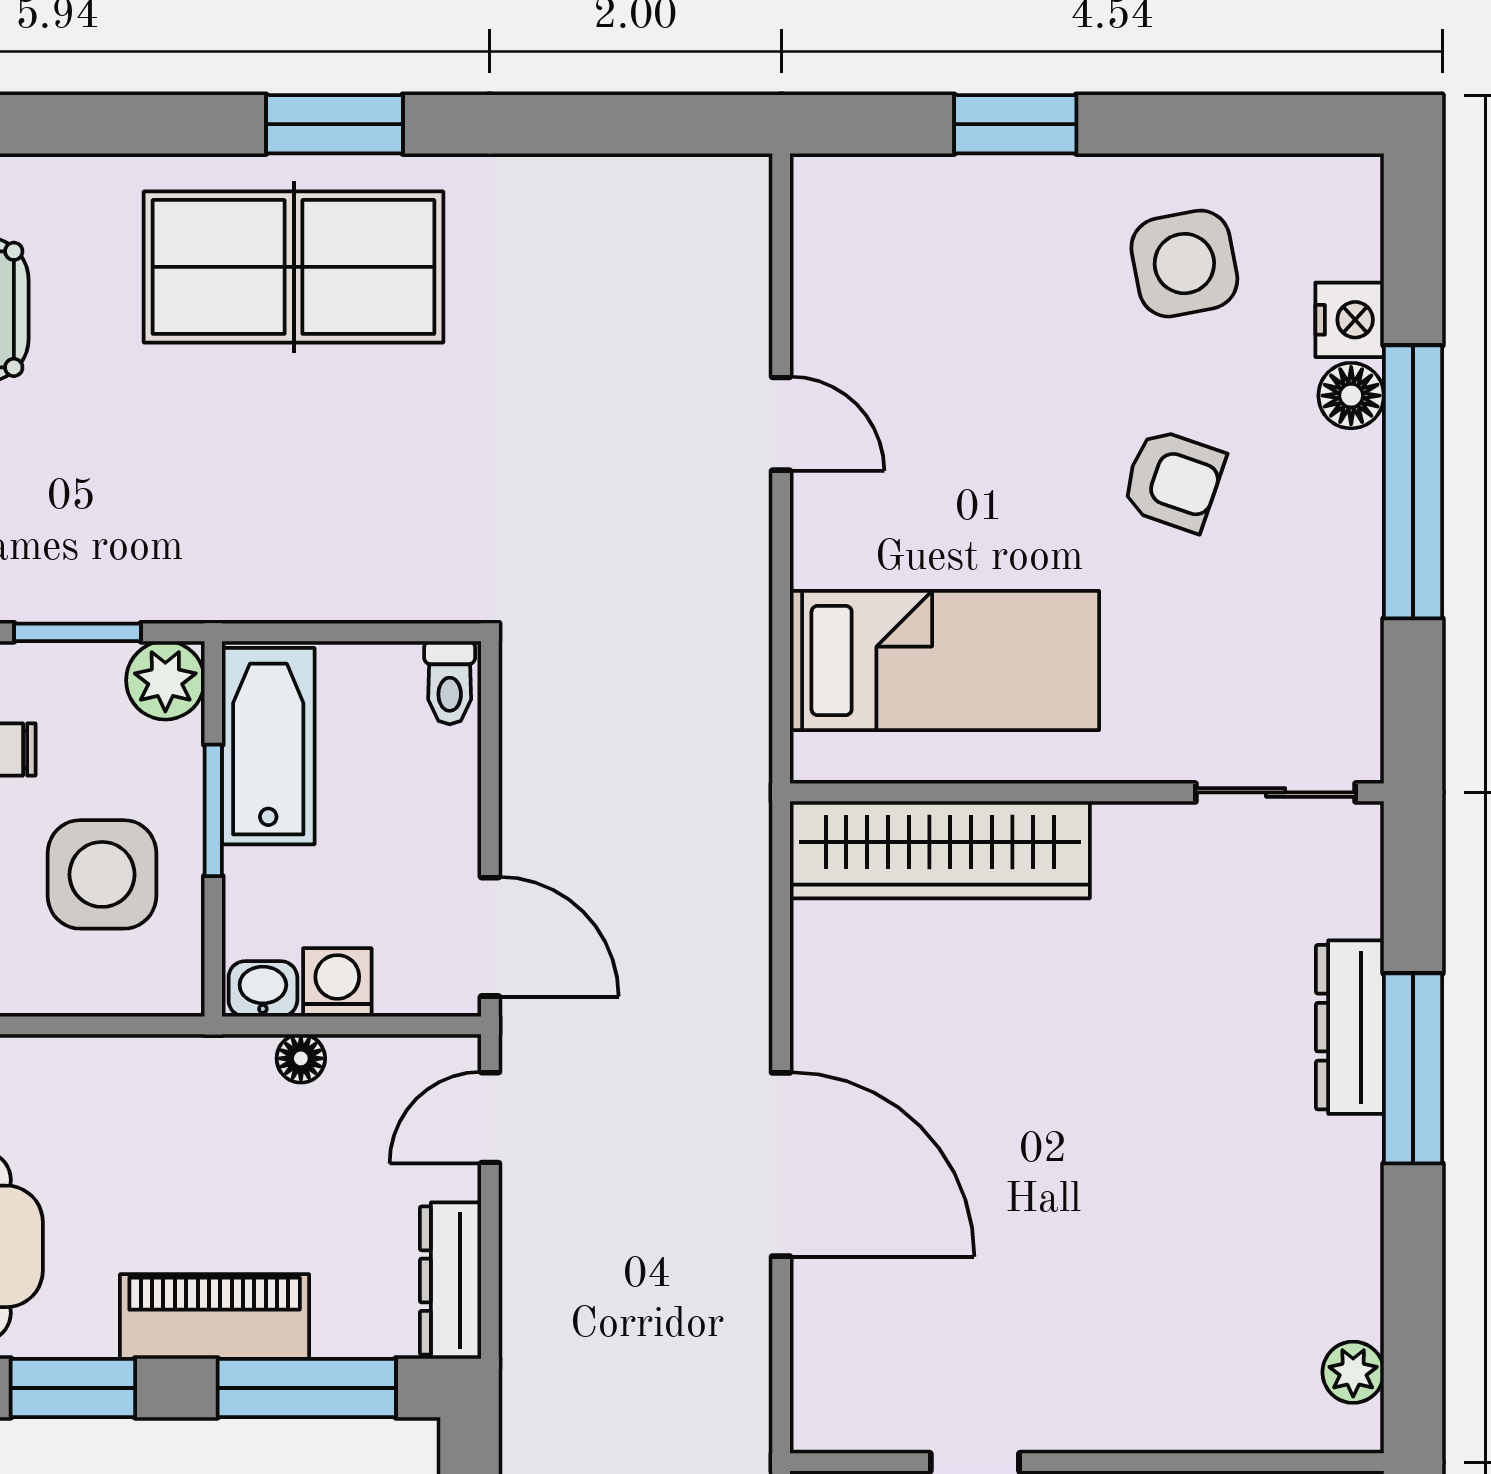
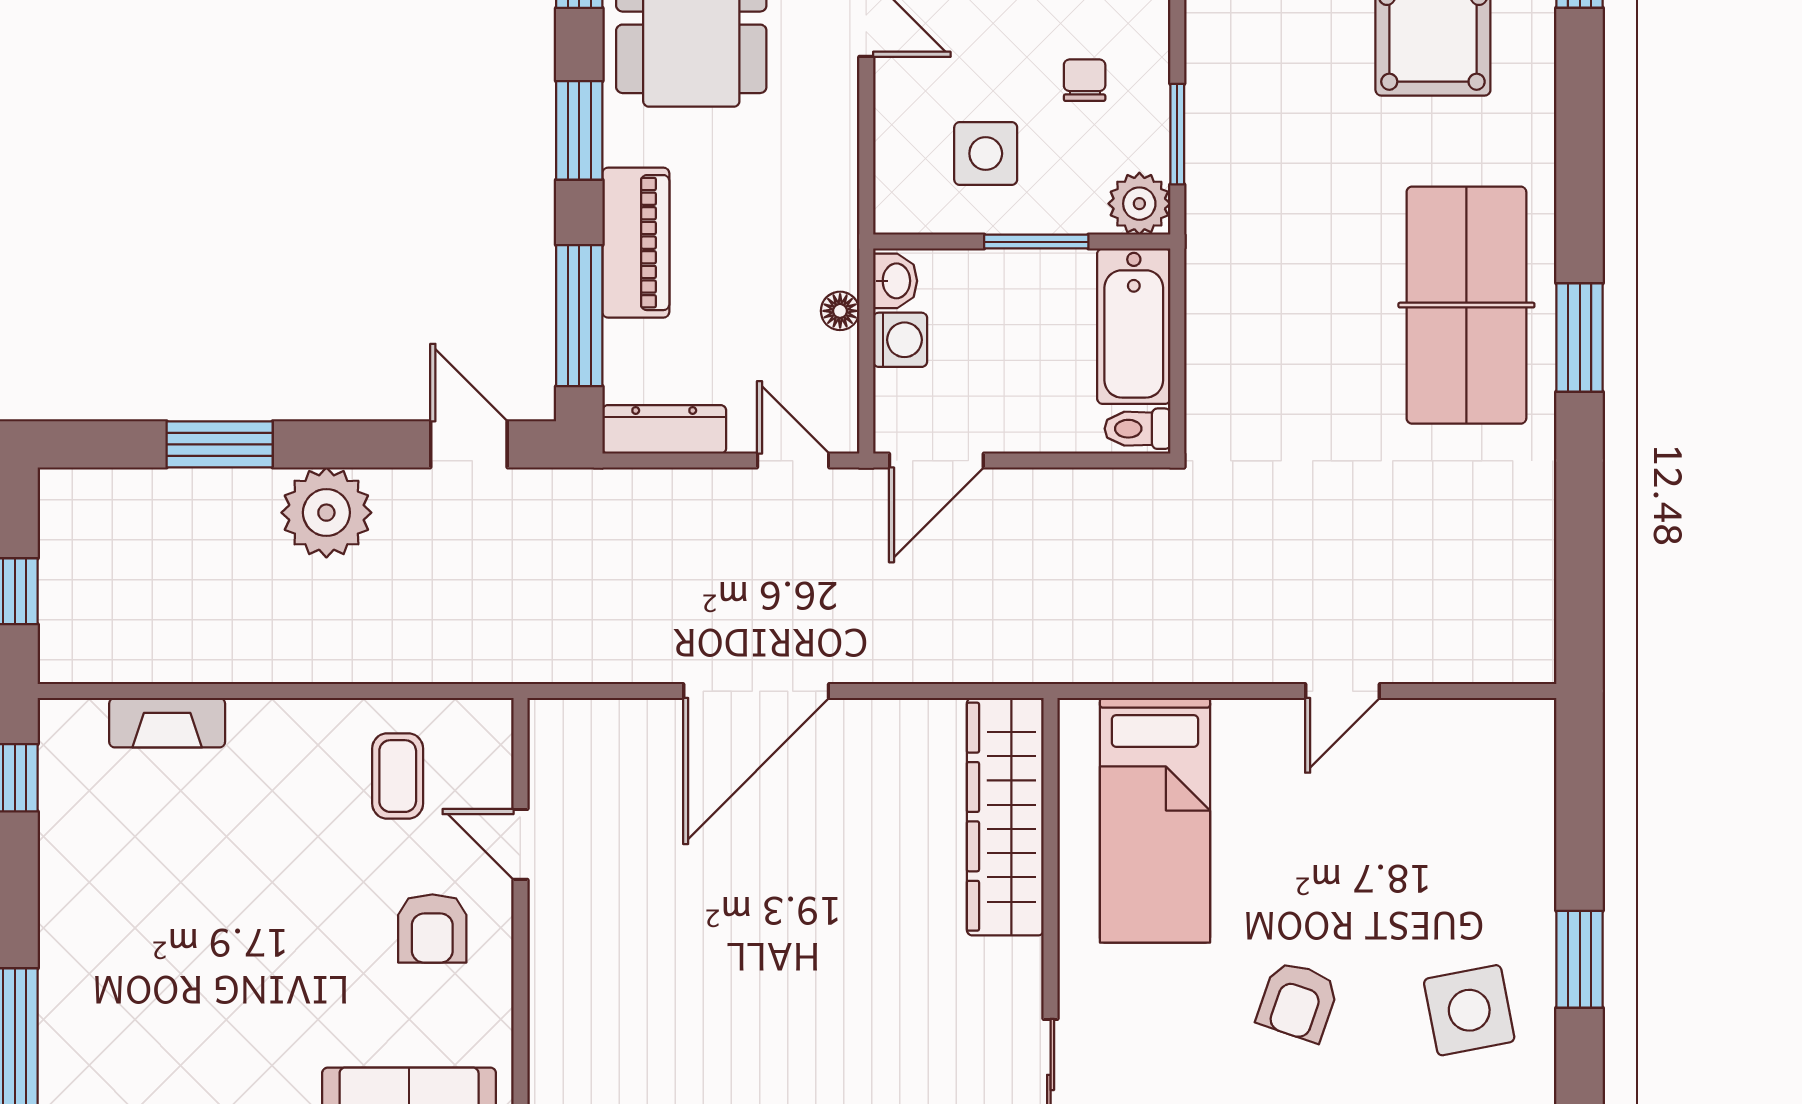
window: (1015, 124) -> (1580, 959), moved
bathtub: (268, 746) -> (1134, 326), moved, turned 90
side table: (102, 874) -> (986, 154), width x0.73, depth x0.73

